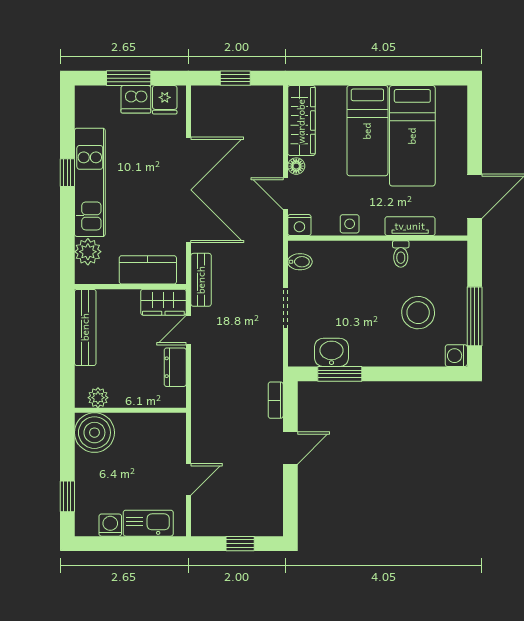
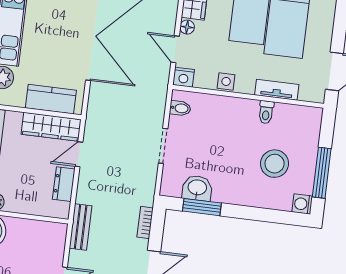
bench: (201, 280) -> (81, 227), moved
wardrobe: (163, 302) -> (51, 127), width x1.50

